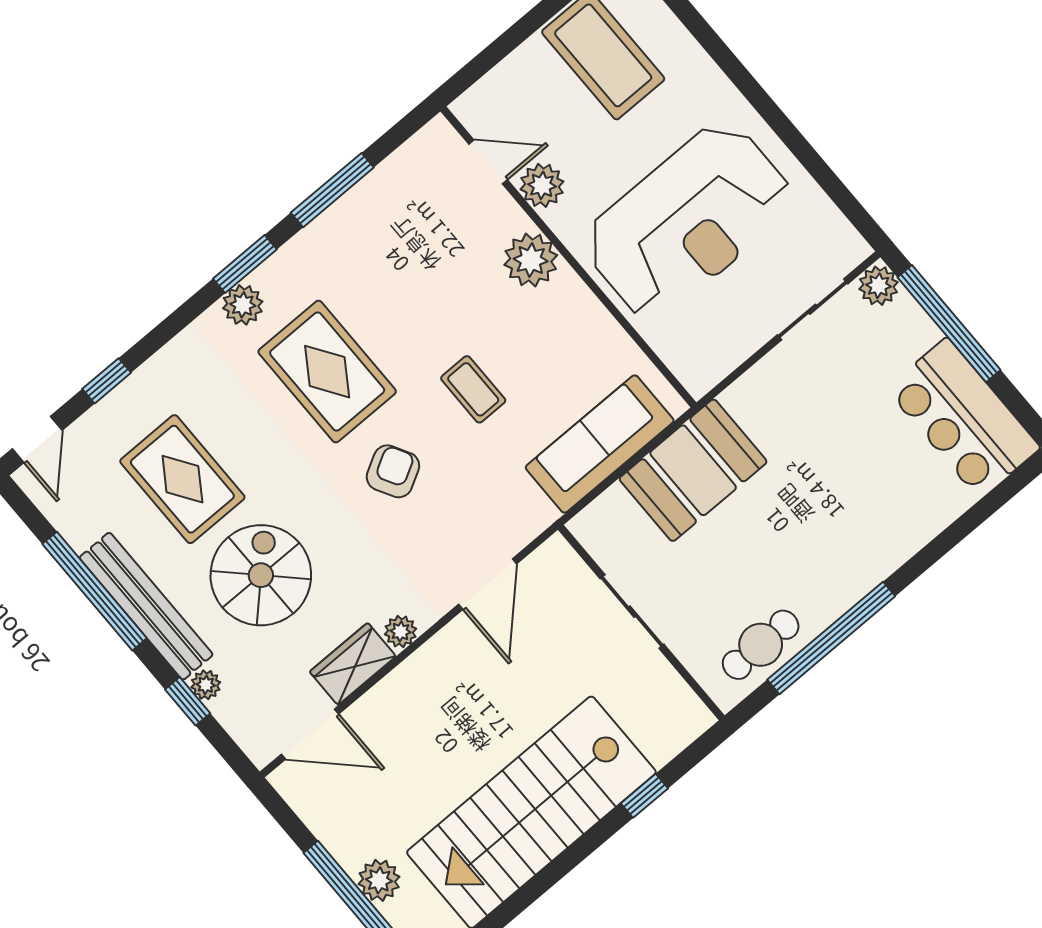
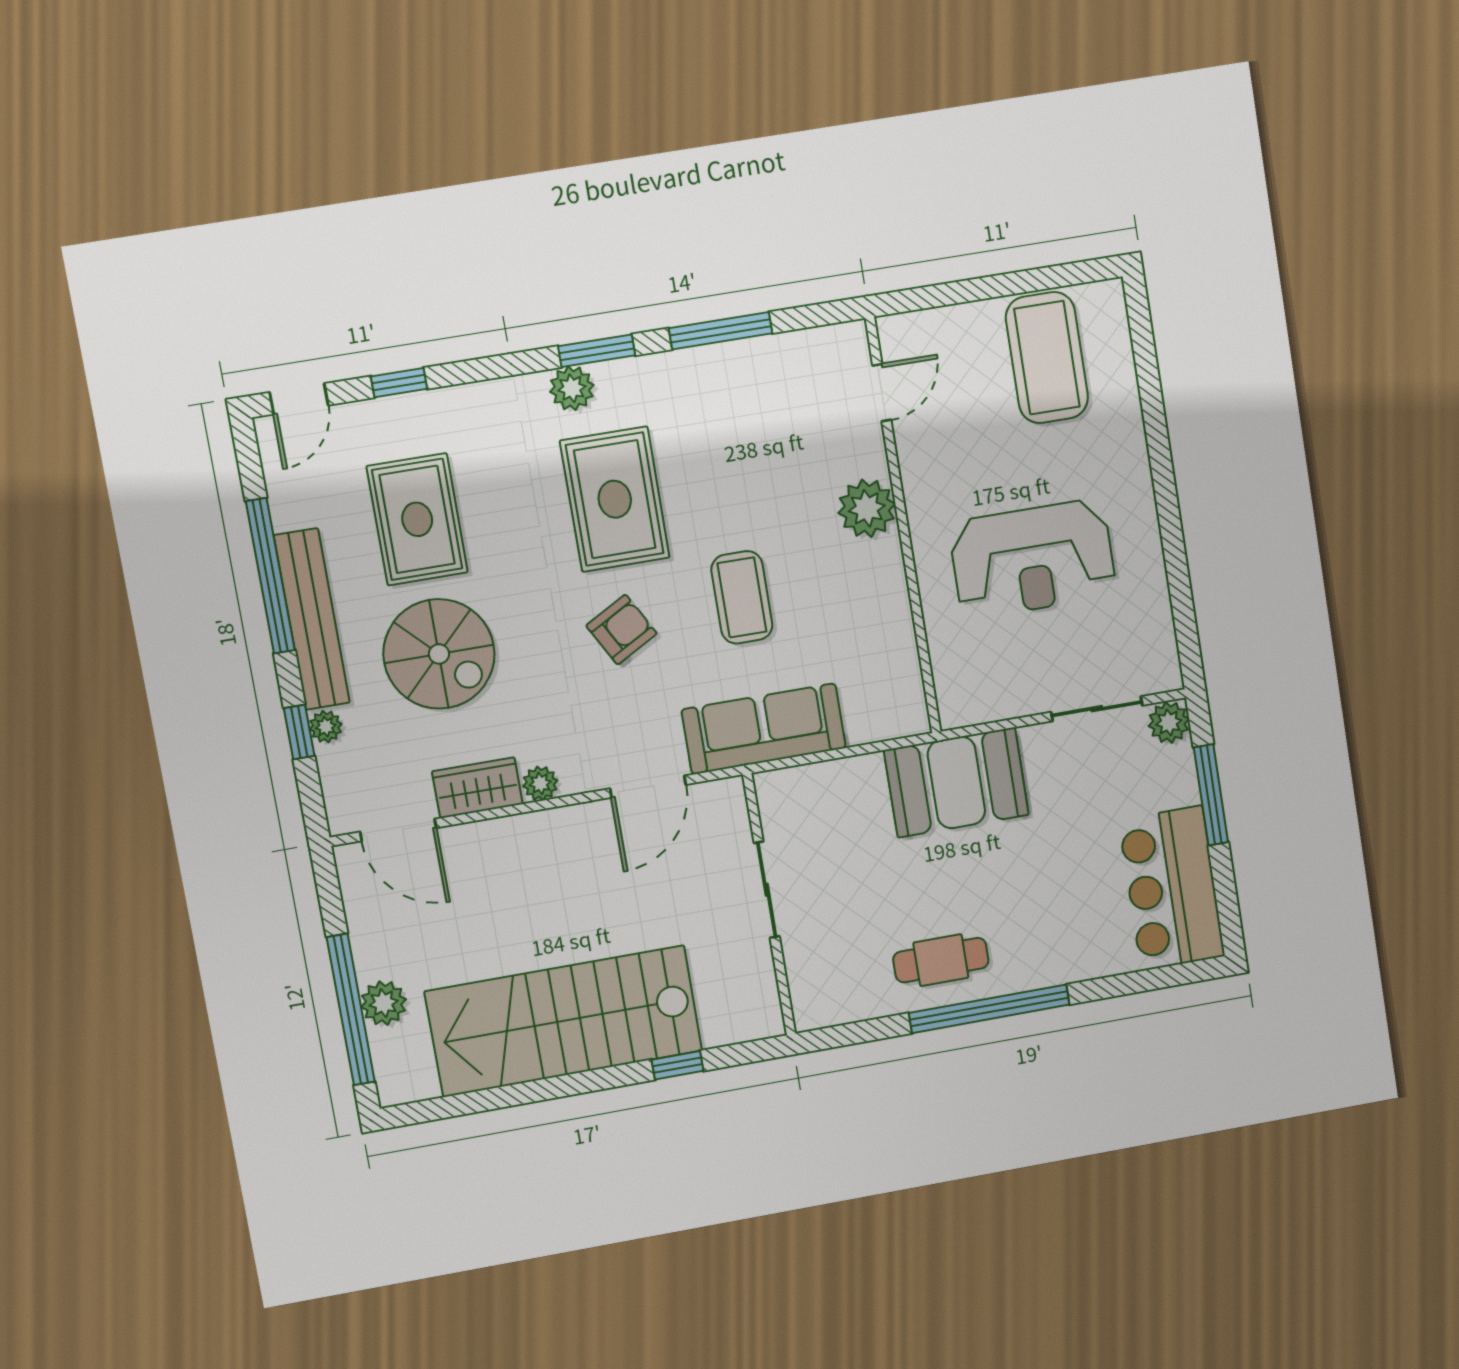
door: (488, 162) -> (882, 393), hinge flipped
plant: (542, 185) -> (919, 445), removed
reception desk: (688, 221) -> (1033, 559), width x0.74, depth x0.77
window: (949, 324) -> (1211, 795), width x0.68
coffee table: (473, 389) -> (742, 597), width x1.36, depth x1.30
sofa: (600, 444) -> (764, 729), moved
booth: (693, 470) -> (956, 782), moved
spiral stairs: (261, 575) -> (439, 654), turned 90
window: (831, 638) -> (989, 1009), moved
cafe table: (761, 645) -> (941, 960), moved

